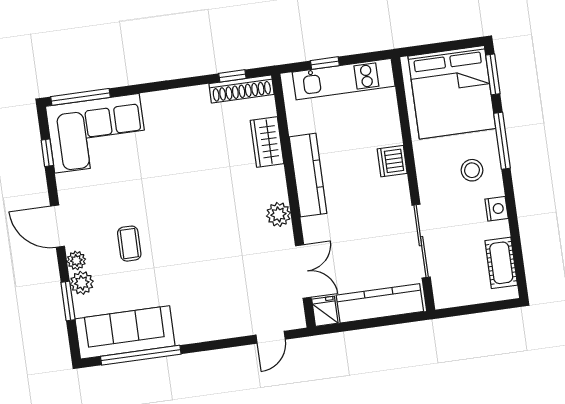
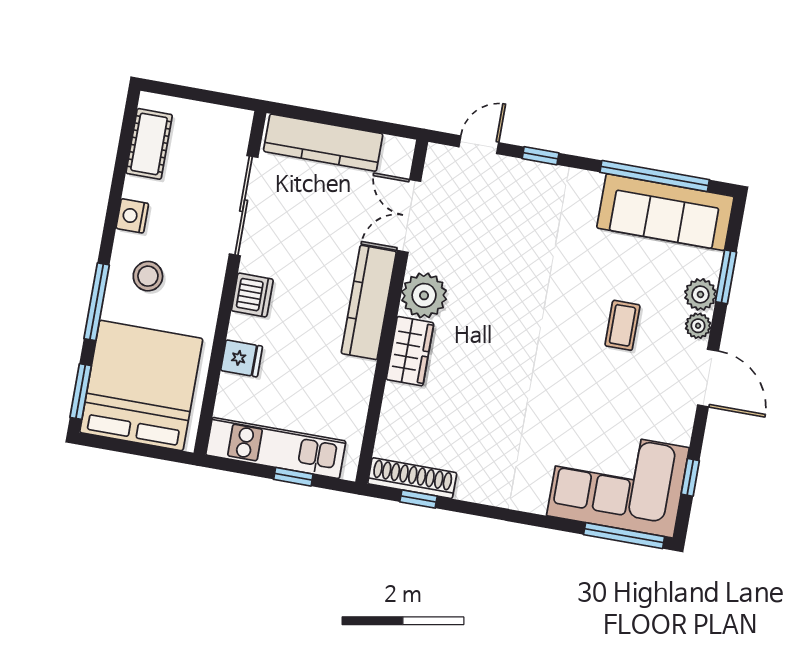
wardrobe: (267, 142) -> (410, 351), moved
dishwasher: (392, 161) -> (252, 295), moved
kitchen counter: (308, 175) -> (369, 302), moved
plant: (278, 214) -> (424, 295), width x1.36, depth x1.36
fridge: (325, 311) -> (242, 358), moved, turned -90
window: (225, 343) -> (541, 156), added

